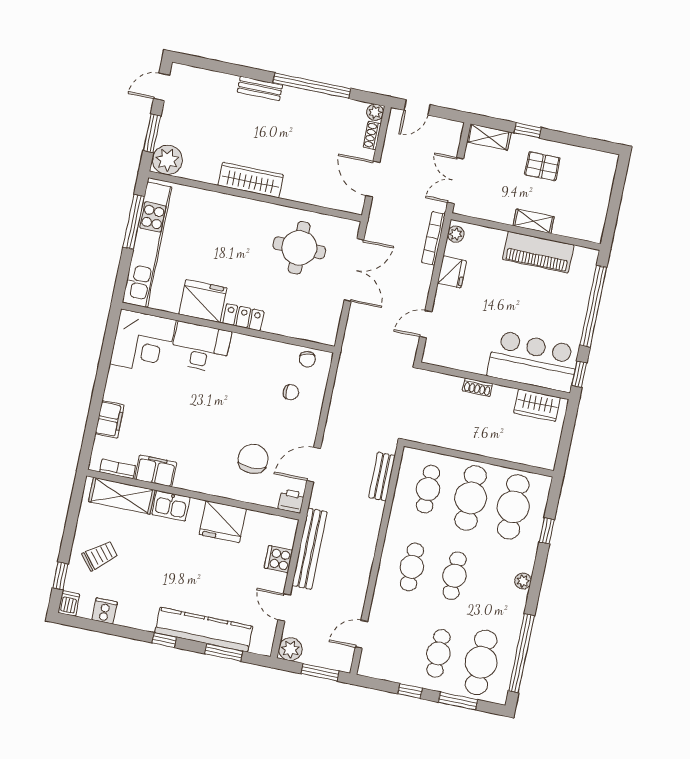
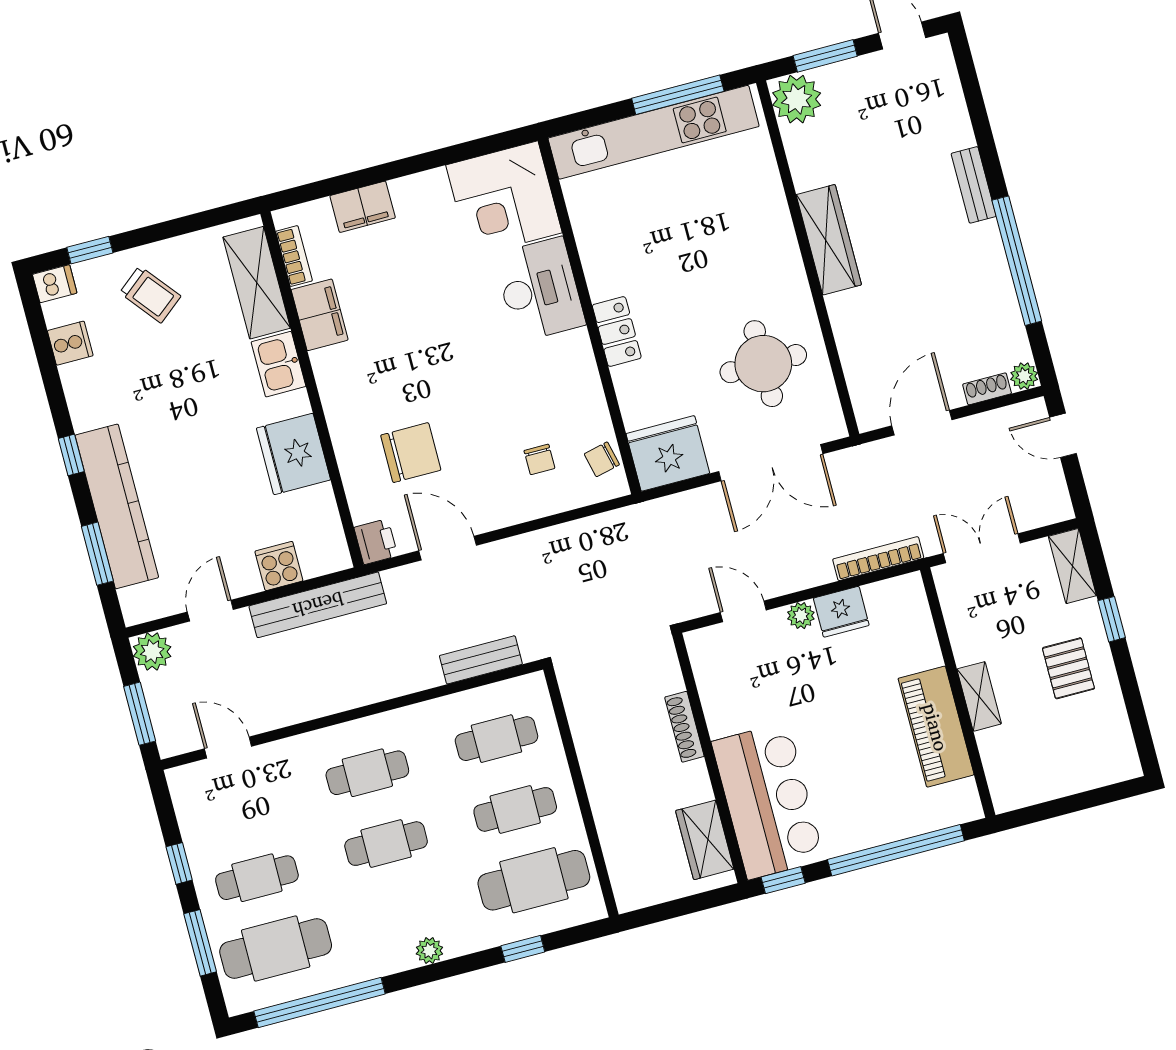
plant: (456, 234) -> (801, 616), moved
fridge: (203, 301) -> (668, 453), moved, turned -90
shoe rack: (477, 387) -> (684, 727), width x1.43
cafe table: (471, 498) -> (515, 809), width x0.73, depth x0.74

